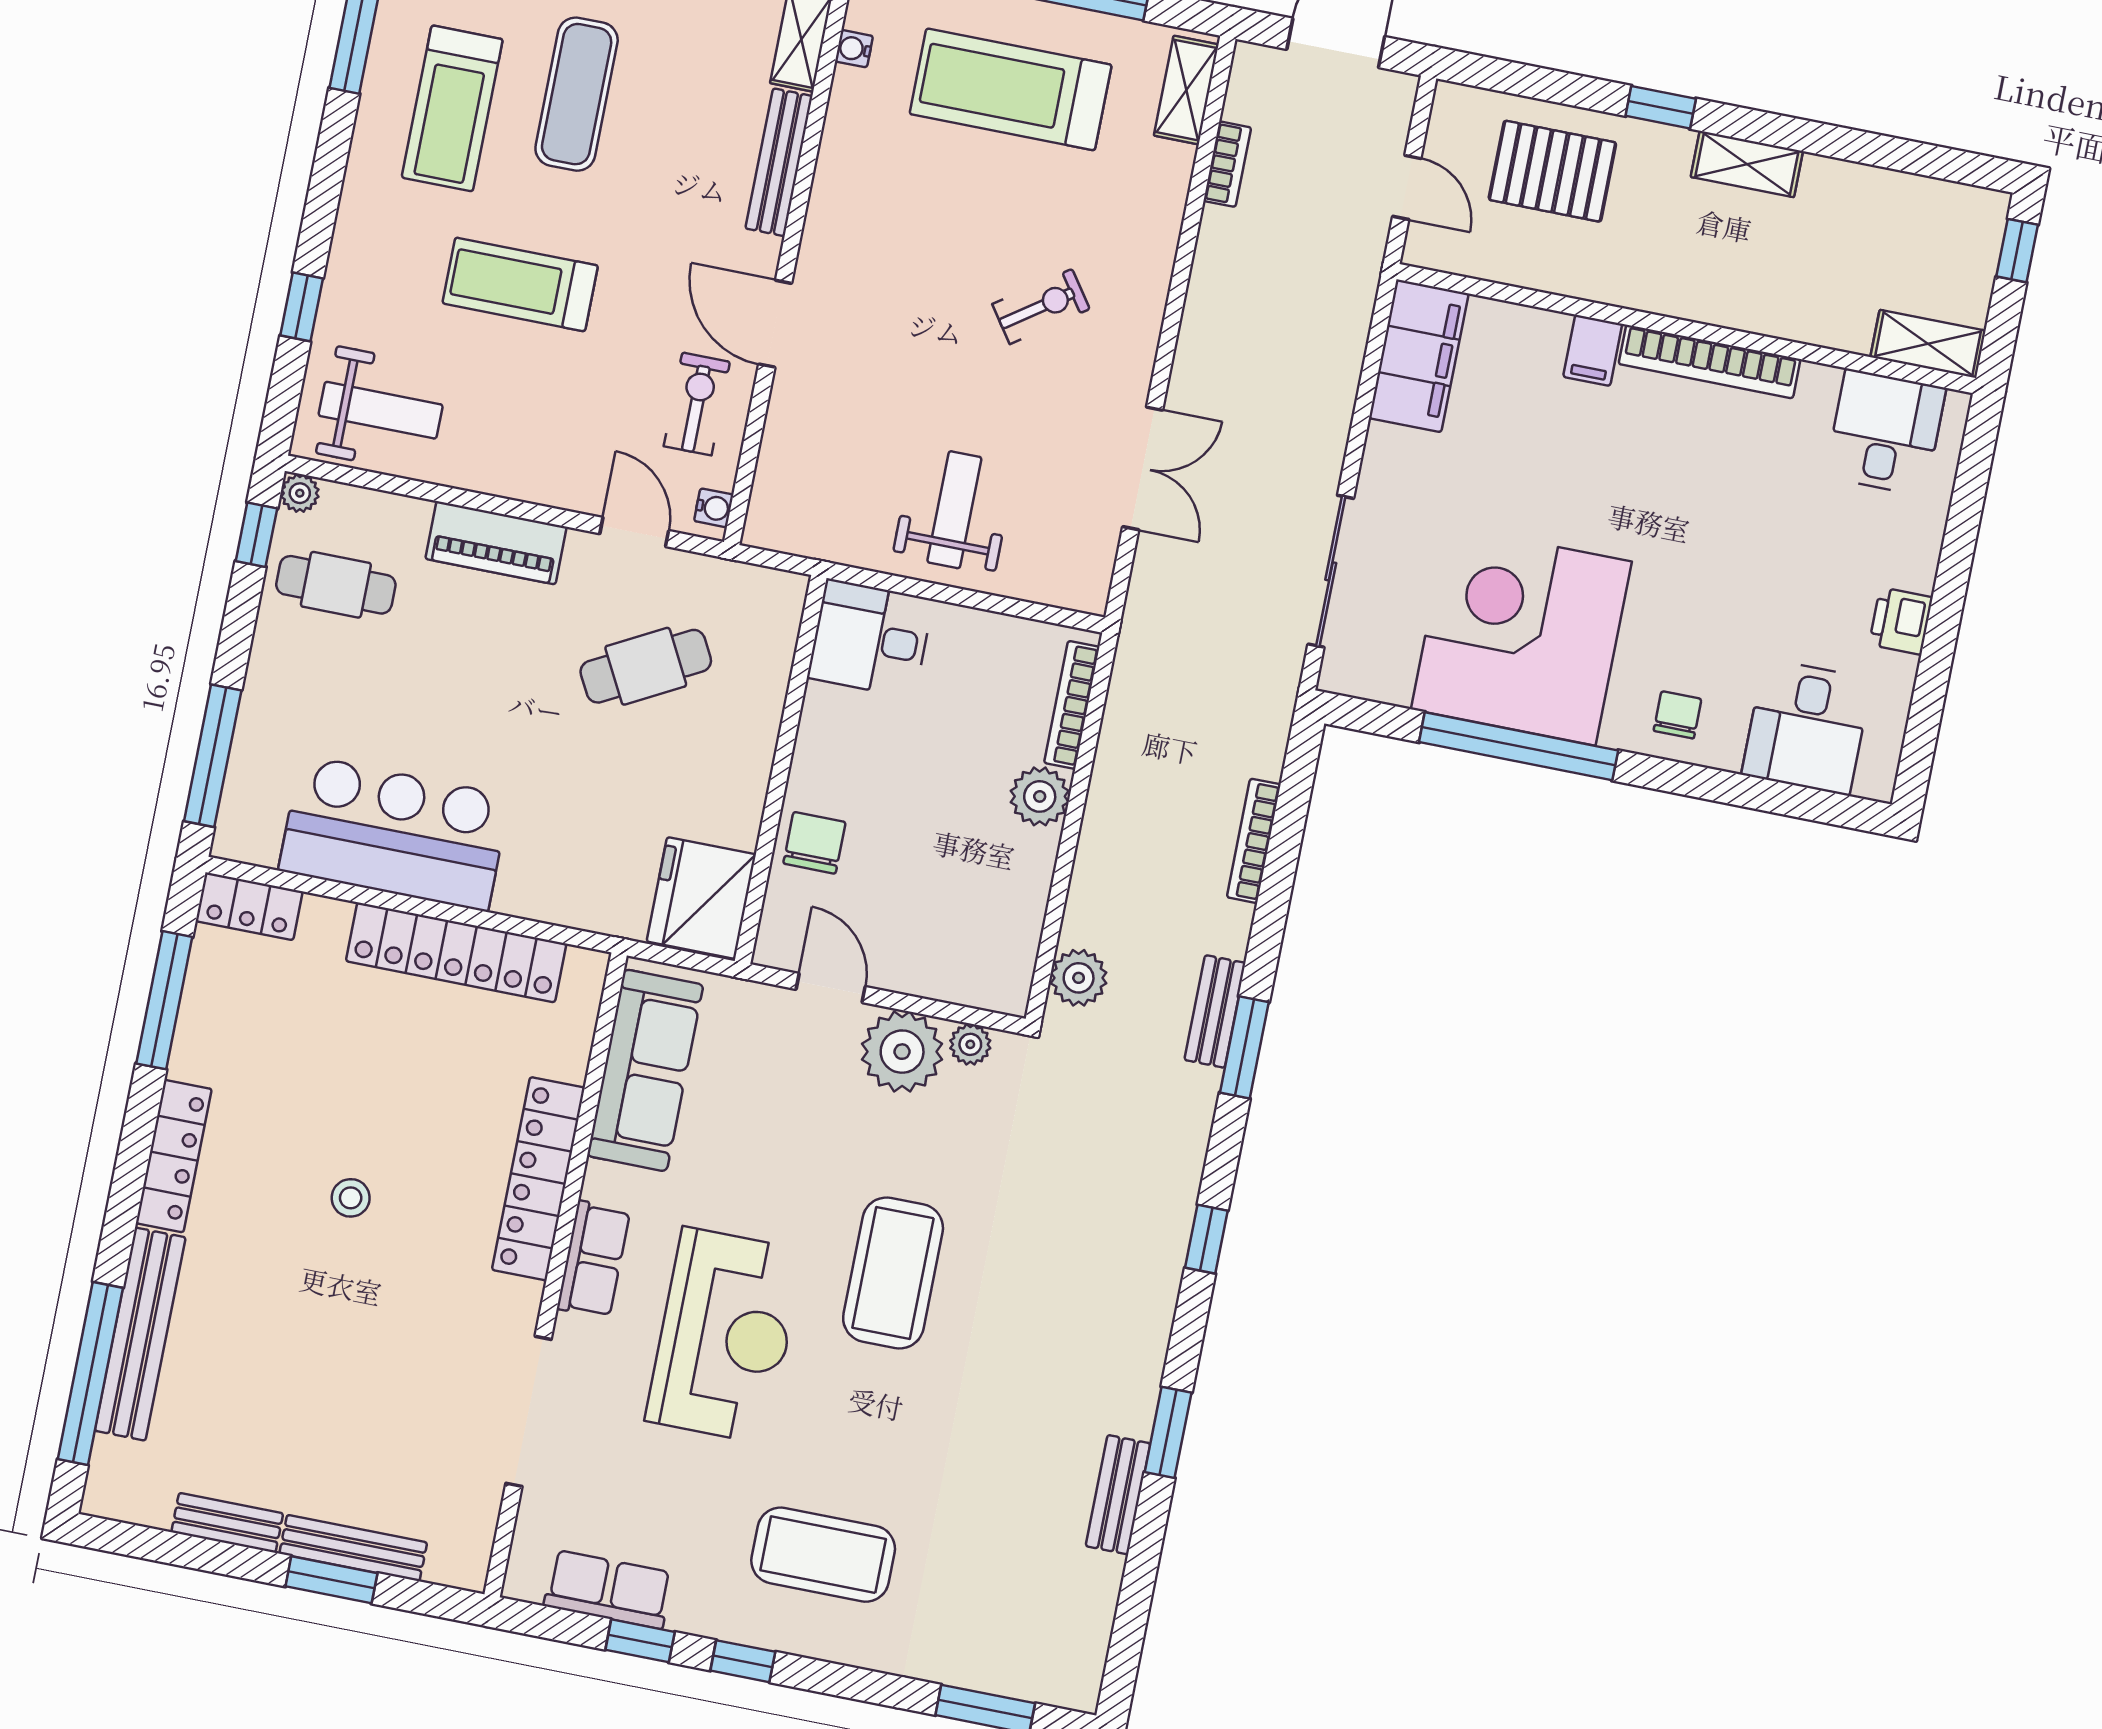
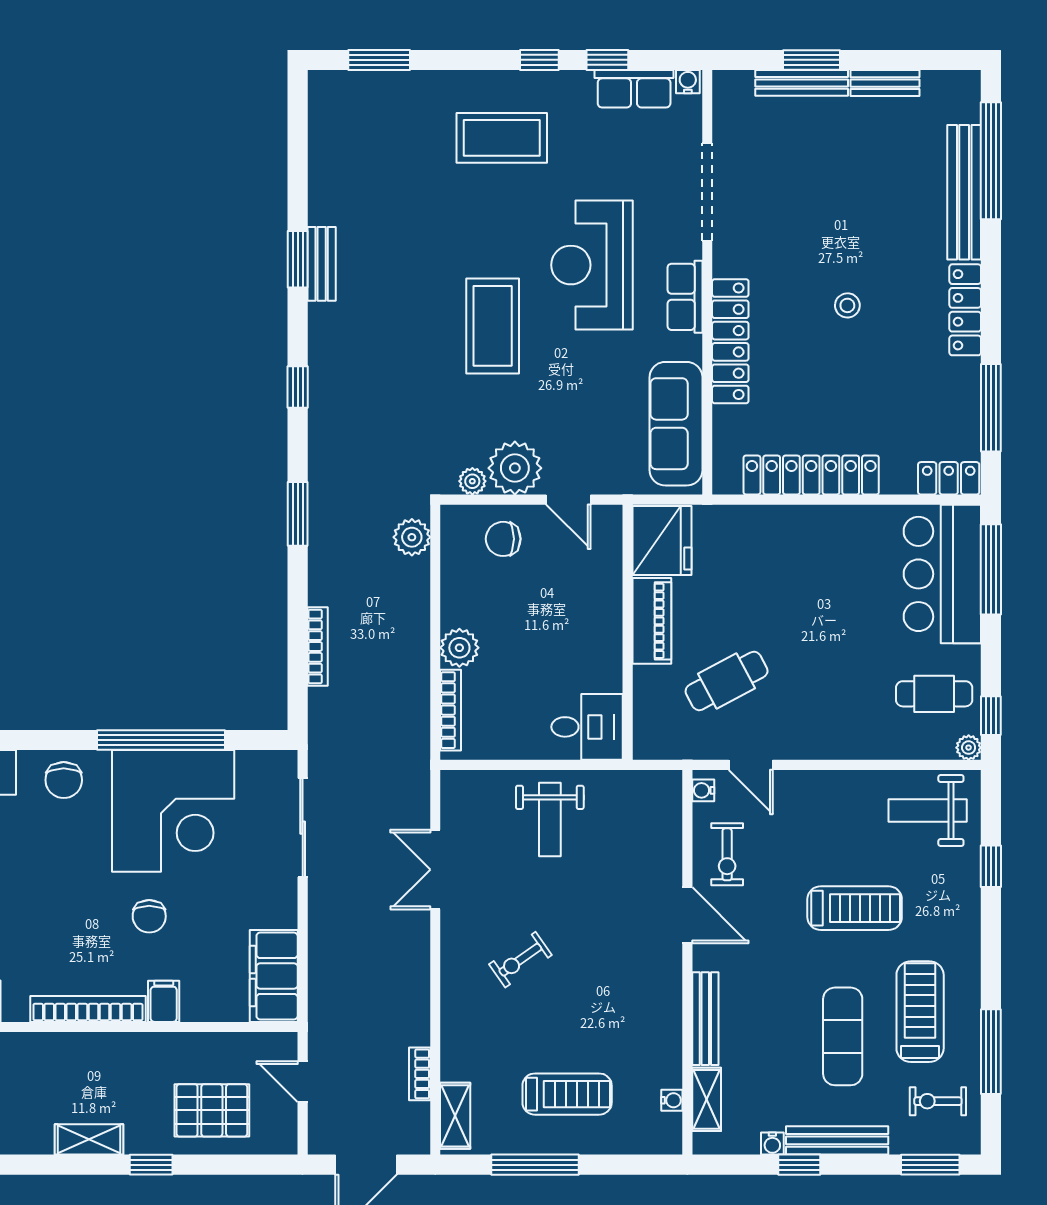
treadmill: (1011, 89) -> (567, 1094), width x0.73, depth x0.73
chair: (1589, 483) -> (149, 916), added
piano: (496, 543) -> (652, 621), moved, turned 90
chair: (1678, 715) -> (64, 780), width x1.37, depth x1.37
bar counter: (394, 833) -> (942, 574), moved, turned 90
chair: (814, 843) -> (503, 539), moved, turned 90
bench: (1215, 1011) -> (321, 533), removed
bench: (1118, 1495) -> (322, 264), moved
water cooler: (525, 1584) -> (688, 82), added

